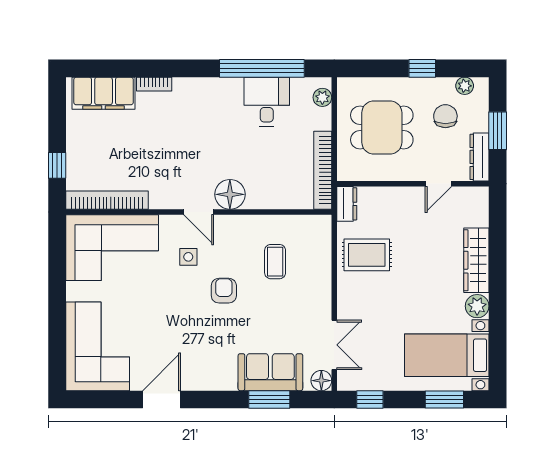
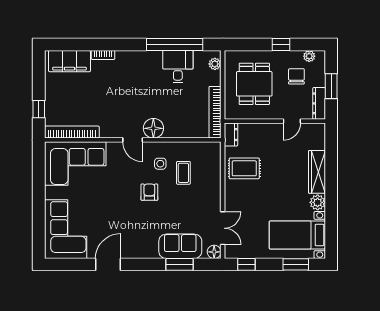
dining table: (382, 128) -> (254, 84), turned 90
side table: (188, 257) -> (160, 164), moved

